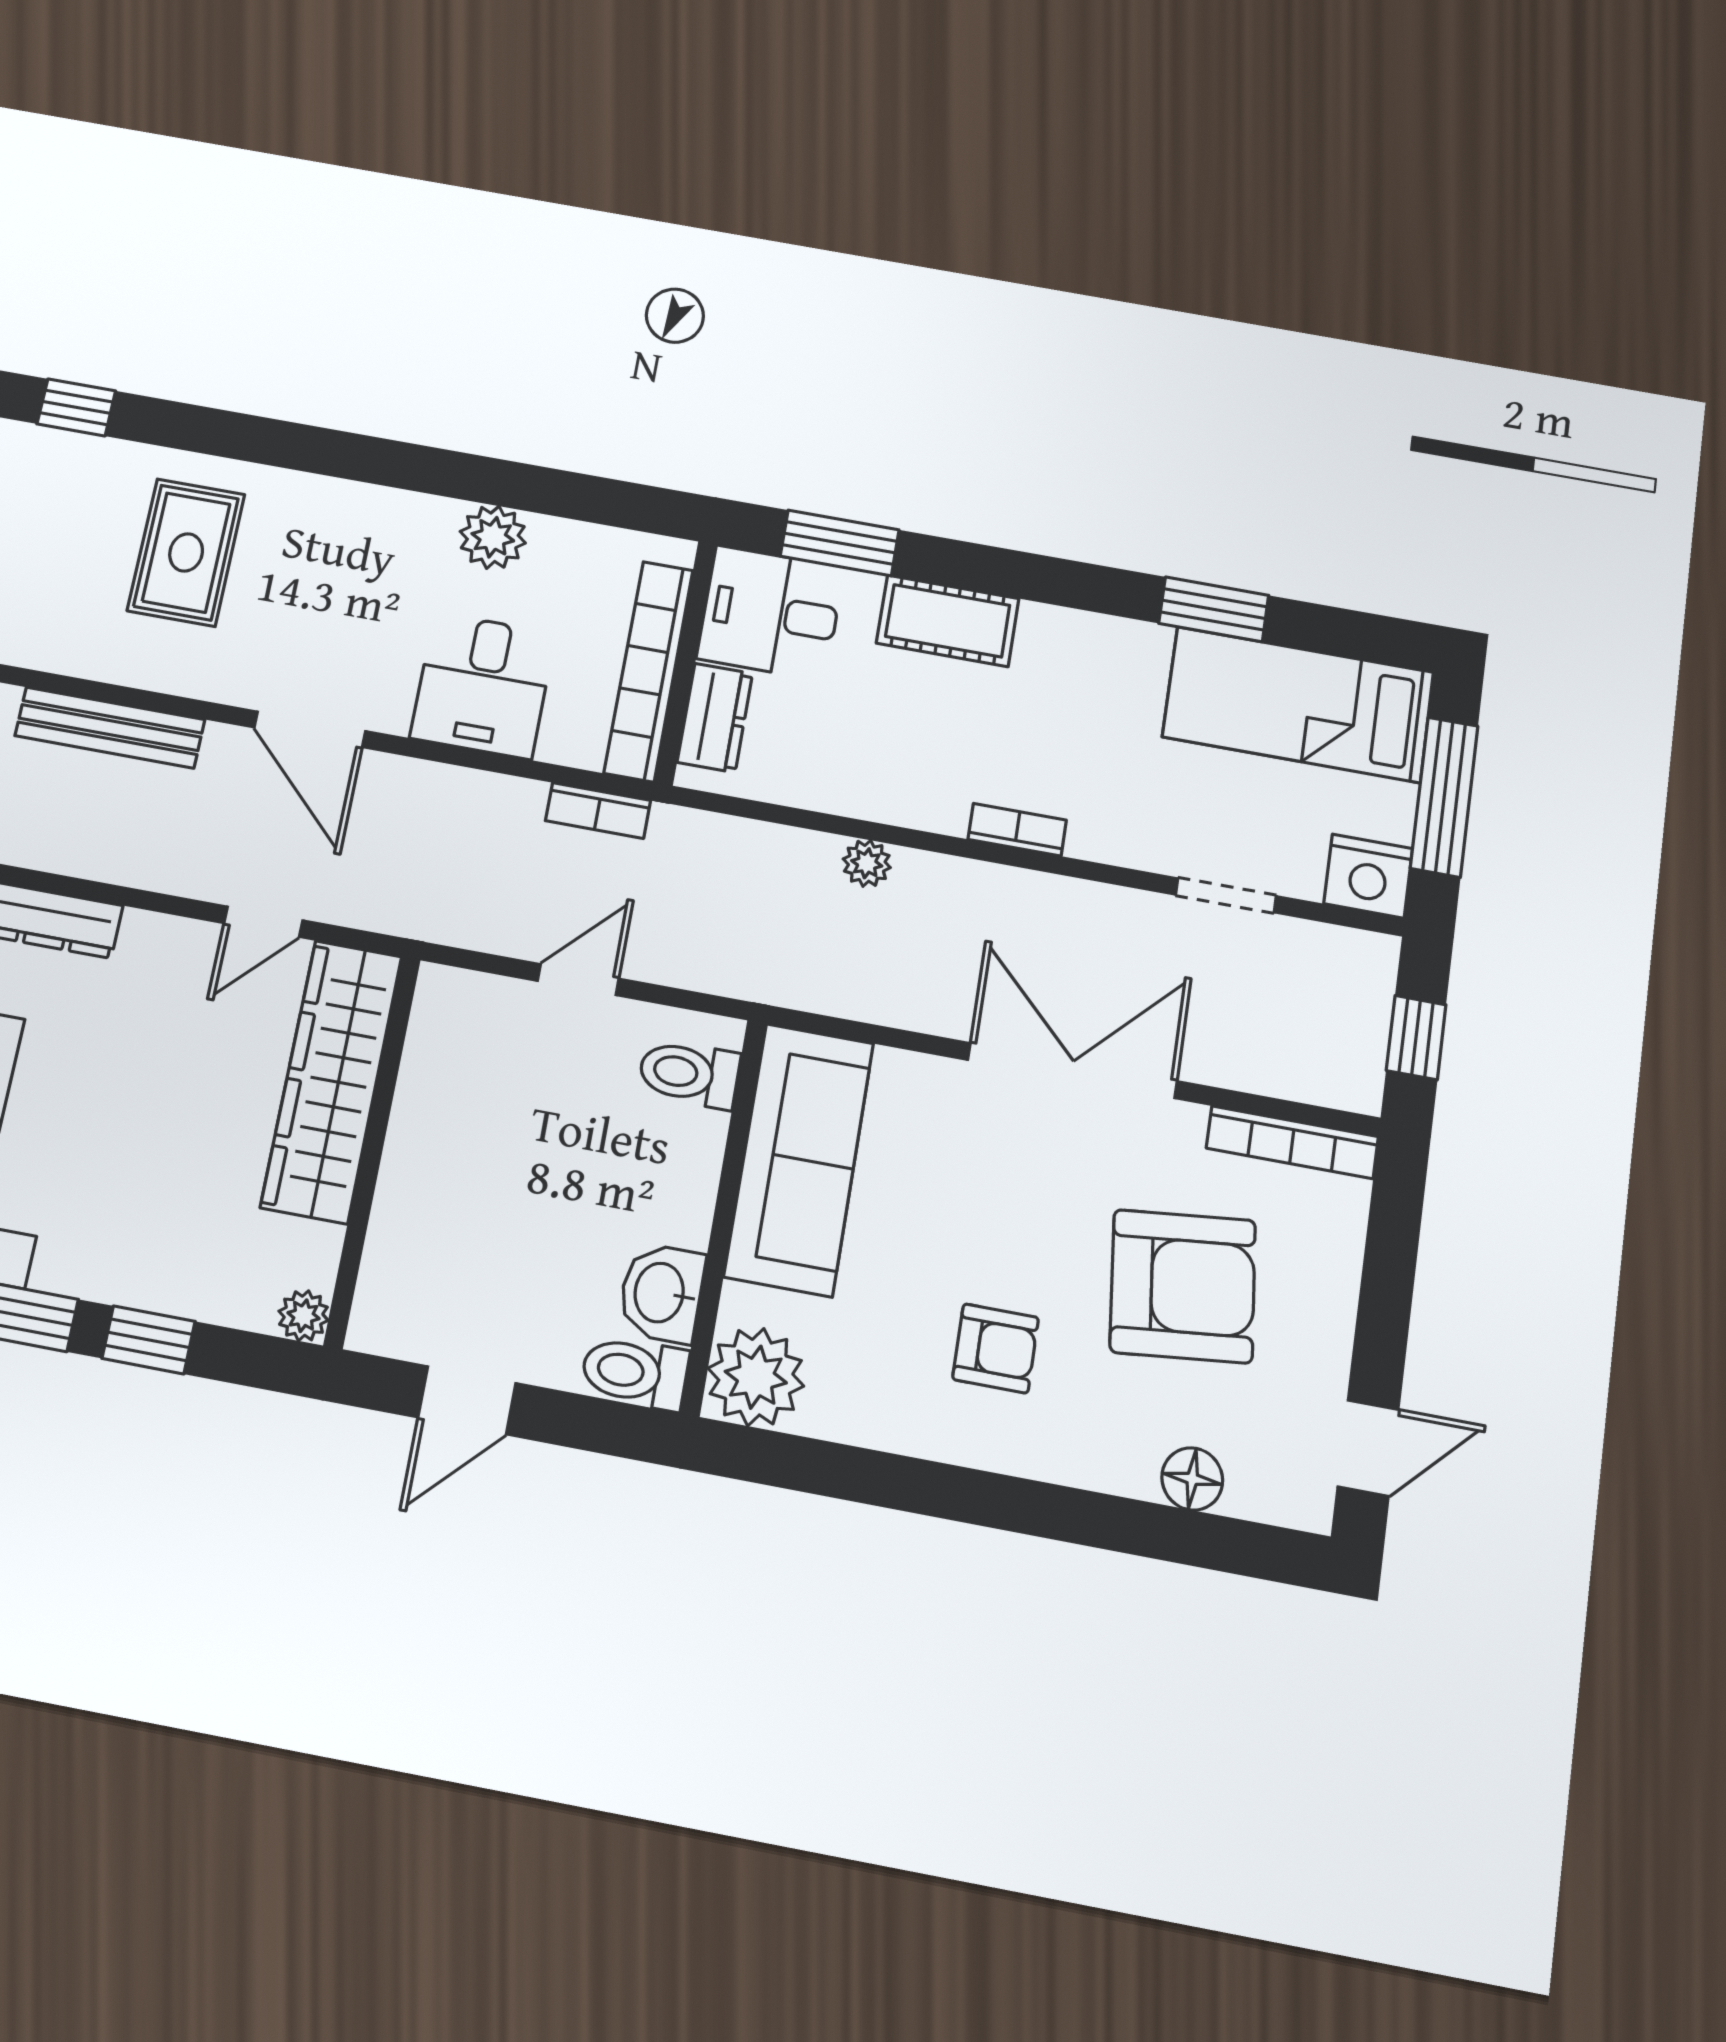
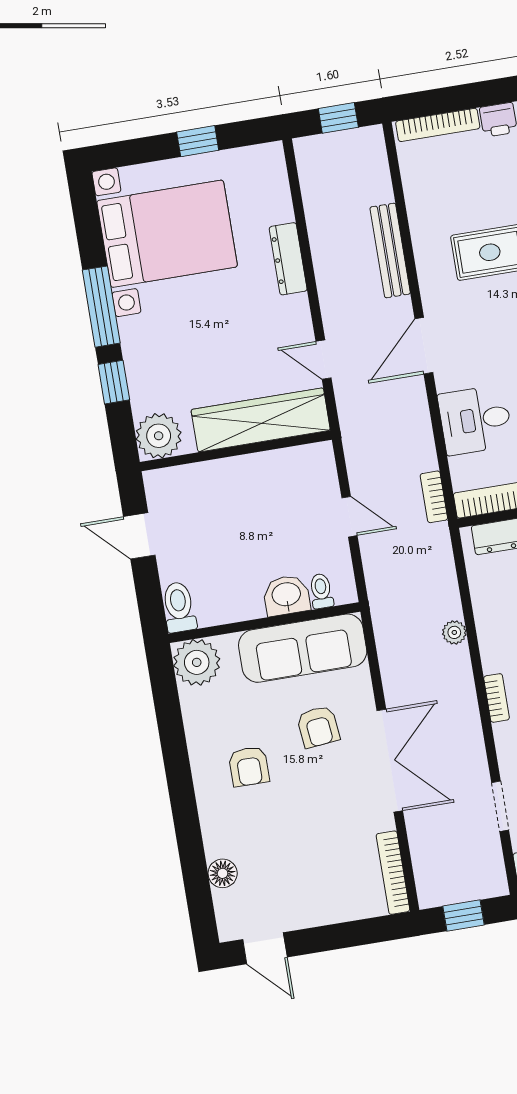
toilet: (689, 1074) -> (321, 591), width x0.73, depth x0.72
armchair: (1183, 1286) -> (318, 727), moved, width x0.53, depth x0.53
washbasin: (661, 1293) -> (286, 595), moved
plant: (303, 1316) -> (159, 436), width x1.88, depth x1.88

